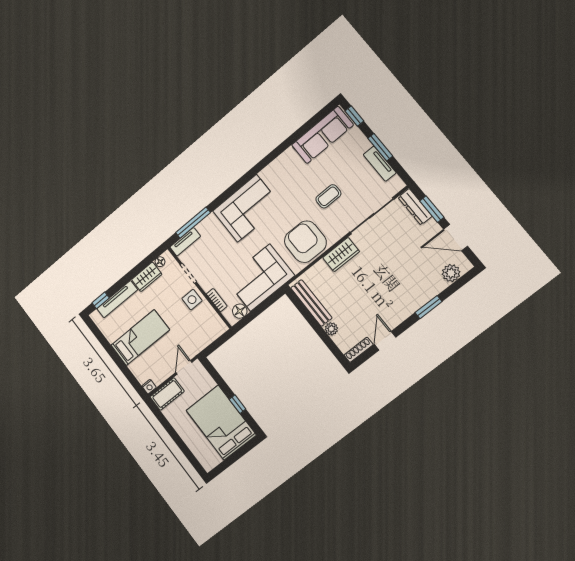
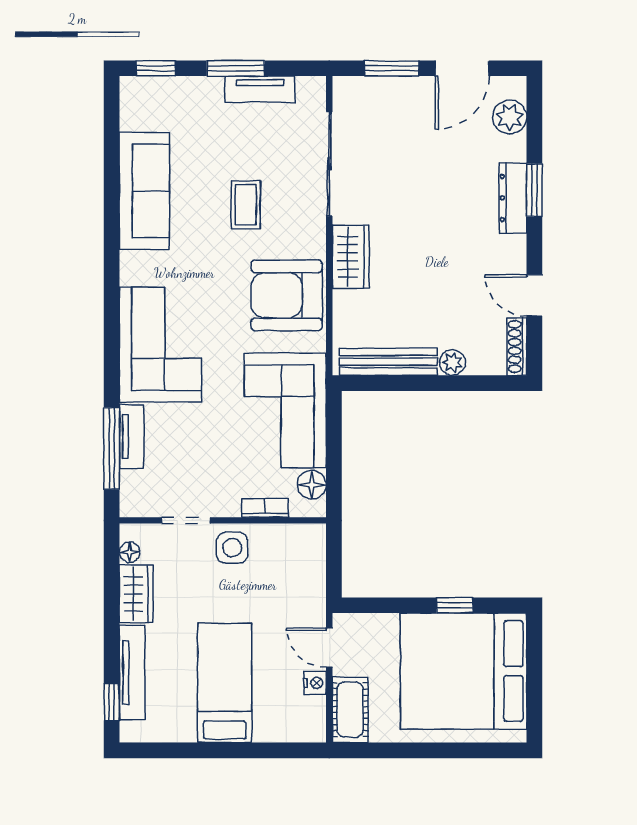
sofa: (322, 135) -> (144, 191), moved
dresser: (415, 207) -> (513, 198), moved, turned 90
tv unit: (185, 242) -> (132, 437), moved
nightstand: (149, 387) -> (315, 683), moved
bed: (221, 423) -> (464, 671), width x1.36

